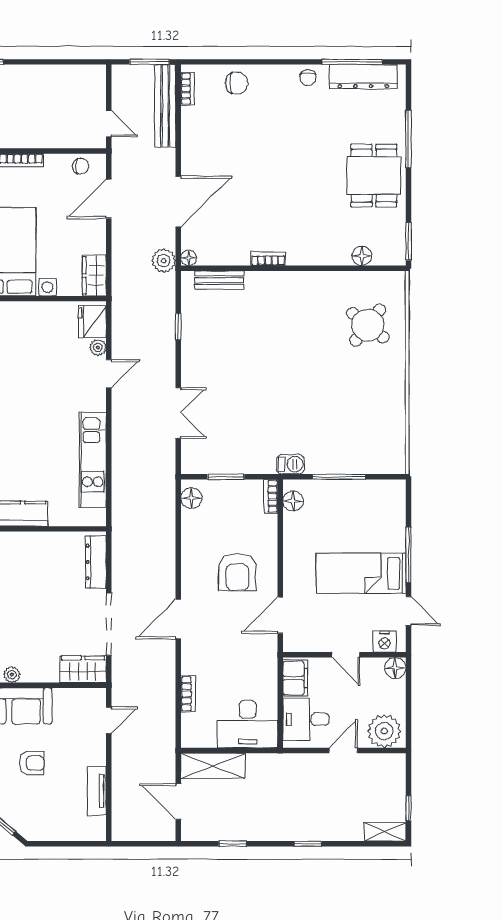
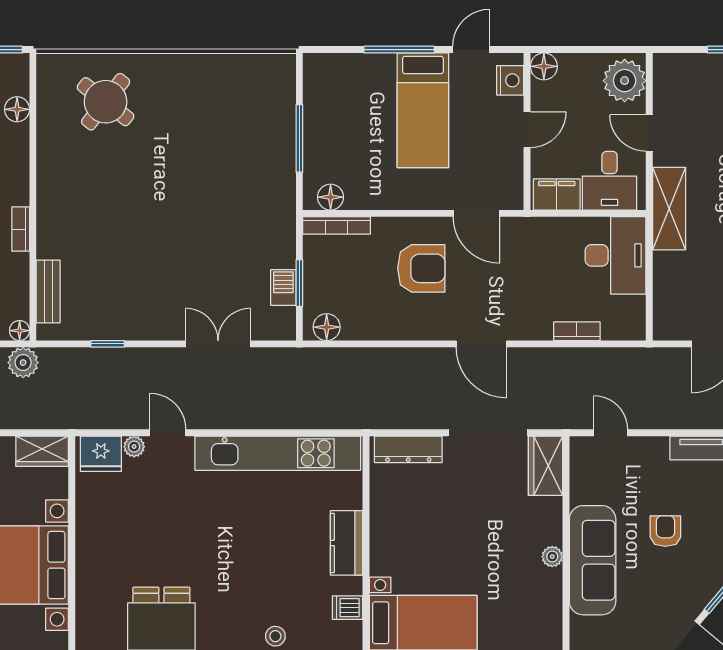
kitchen unit: (93, 460) -> (278, 453), width x1.36
barbecue: (291, 464) -> (283, 288), moved
bookcase: (271, 496) -> (336, 225), width x1.56
shelving: (213, 766) -> (669, 209), moved

